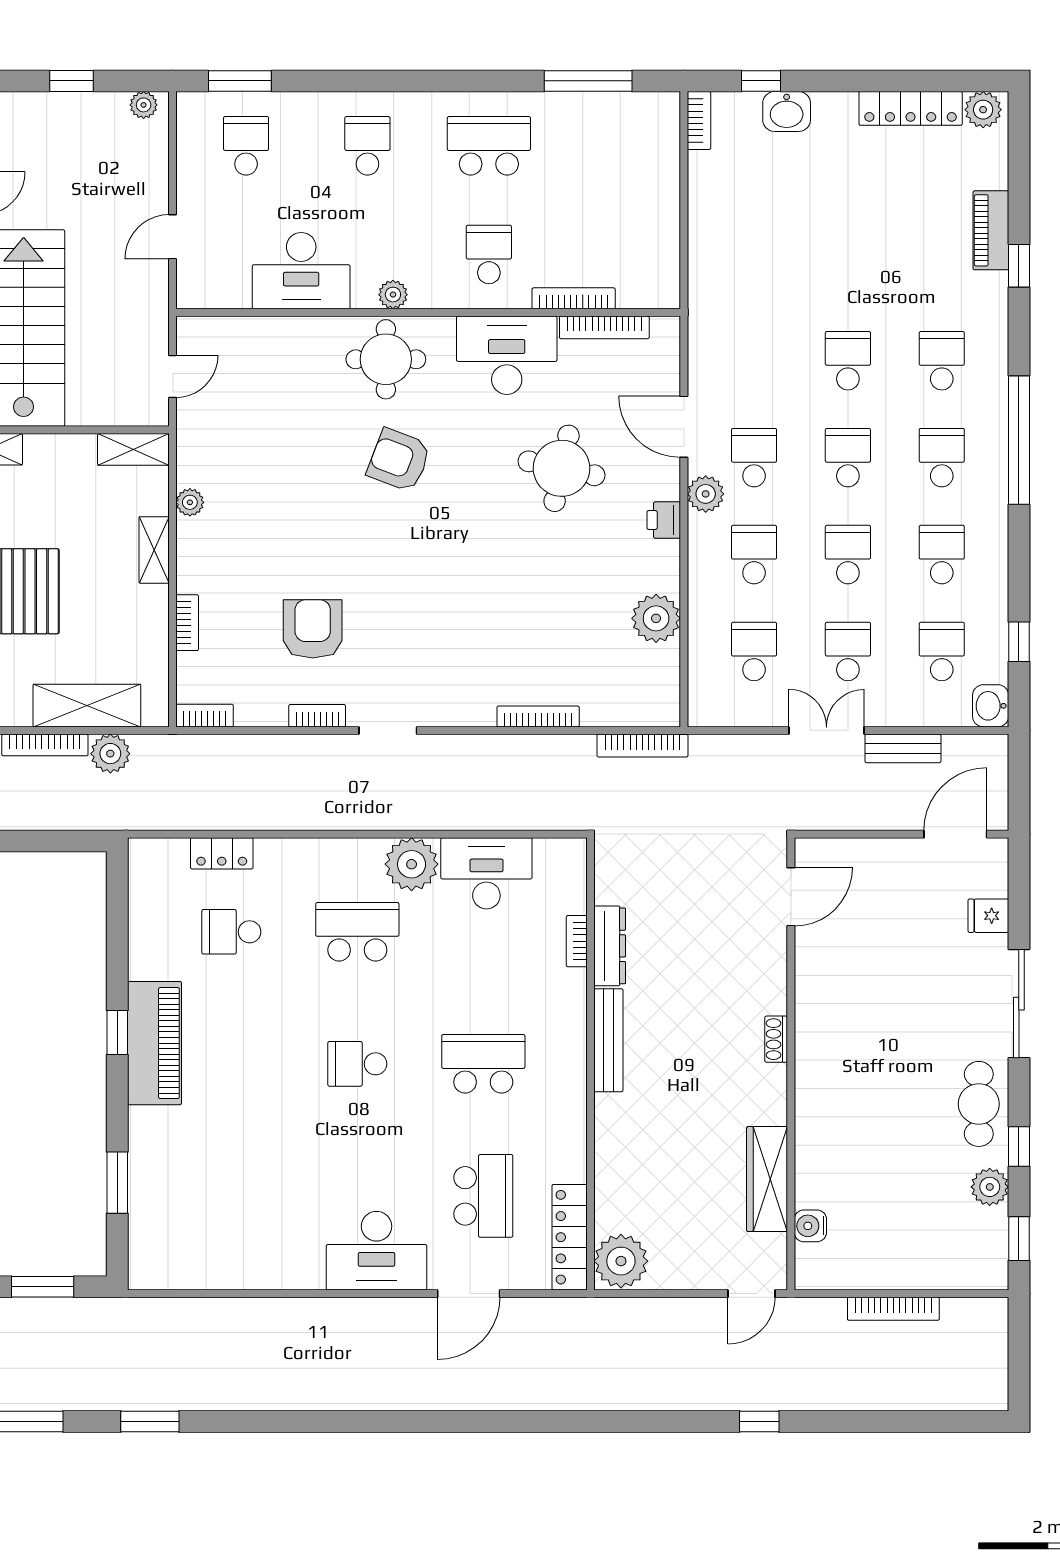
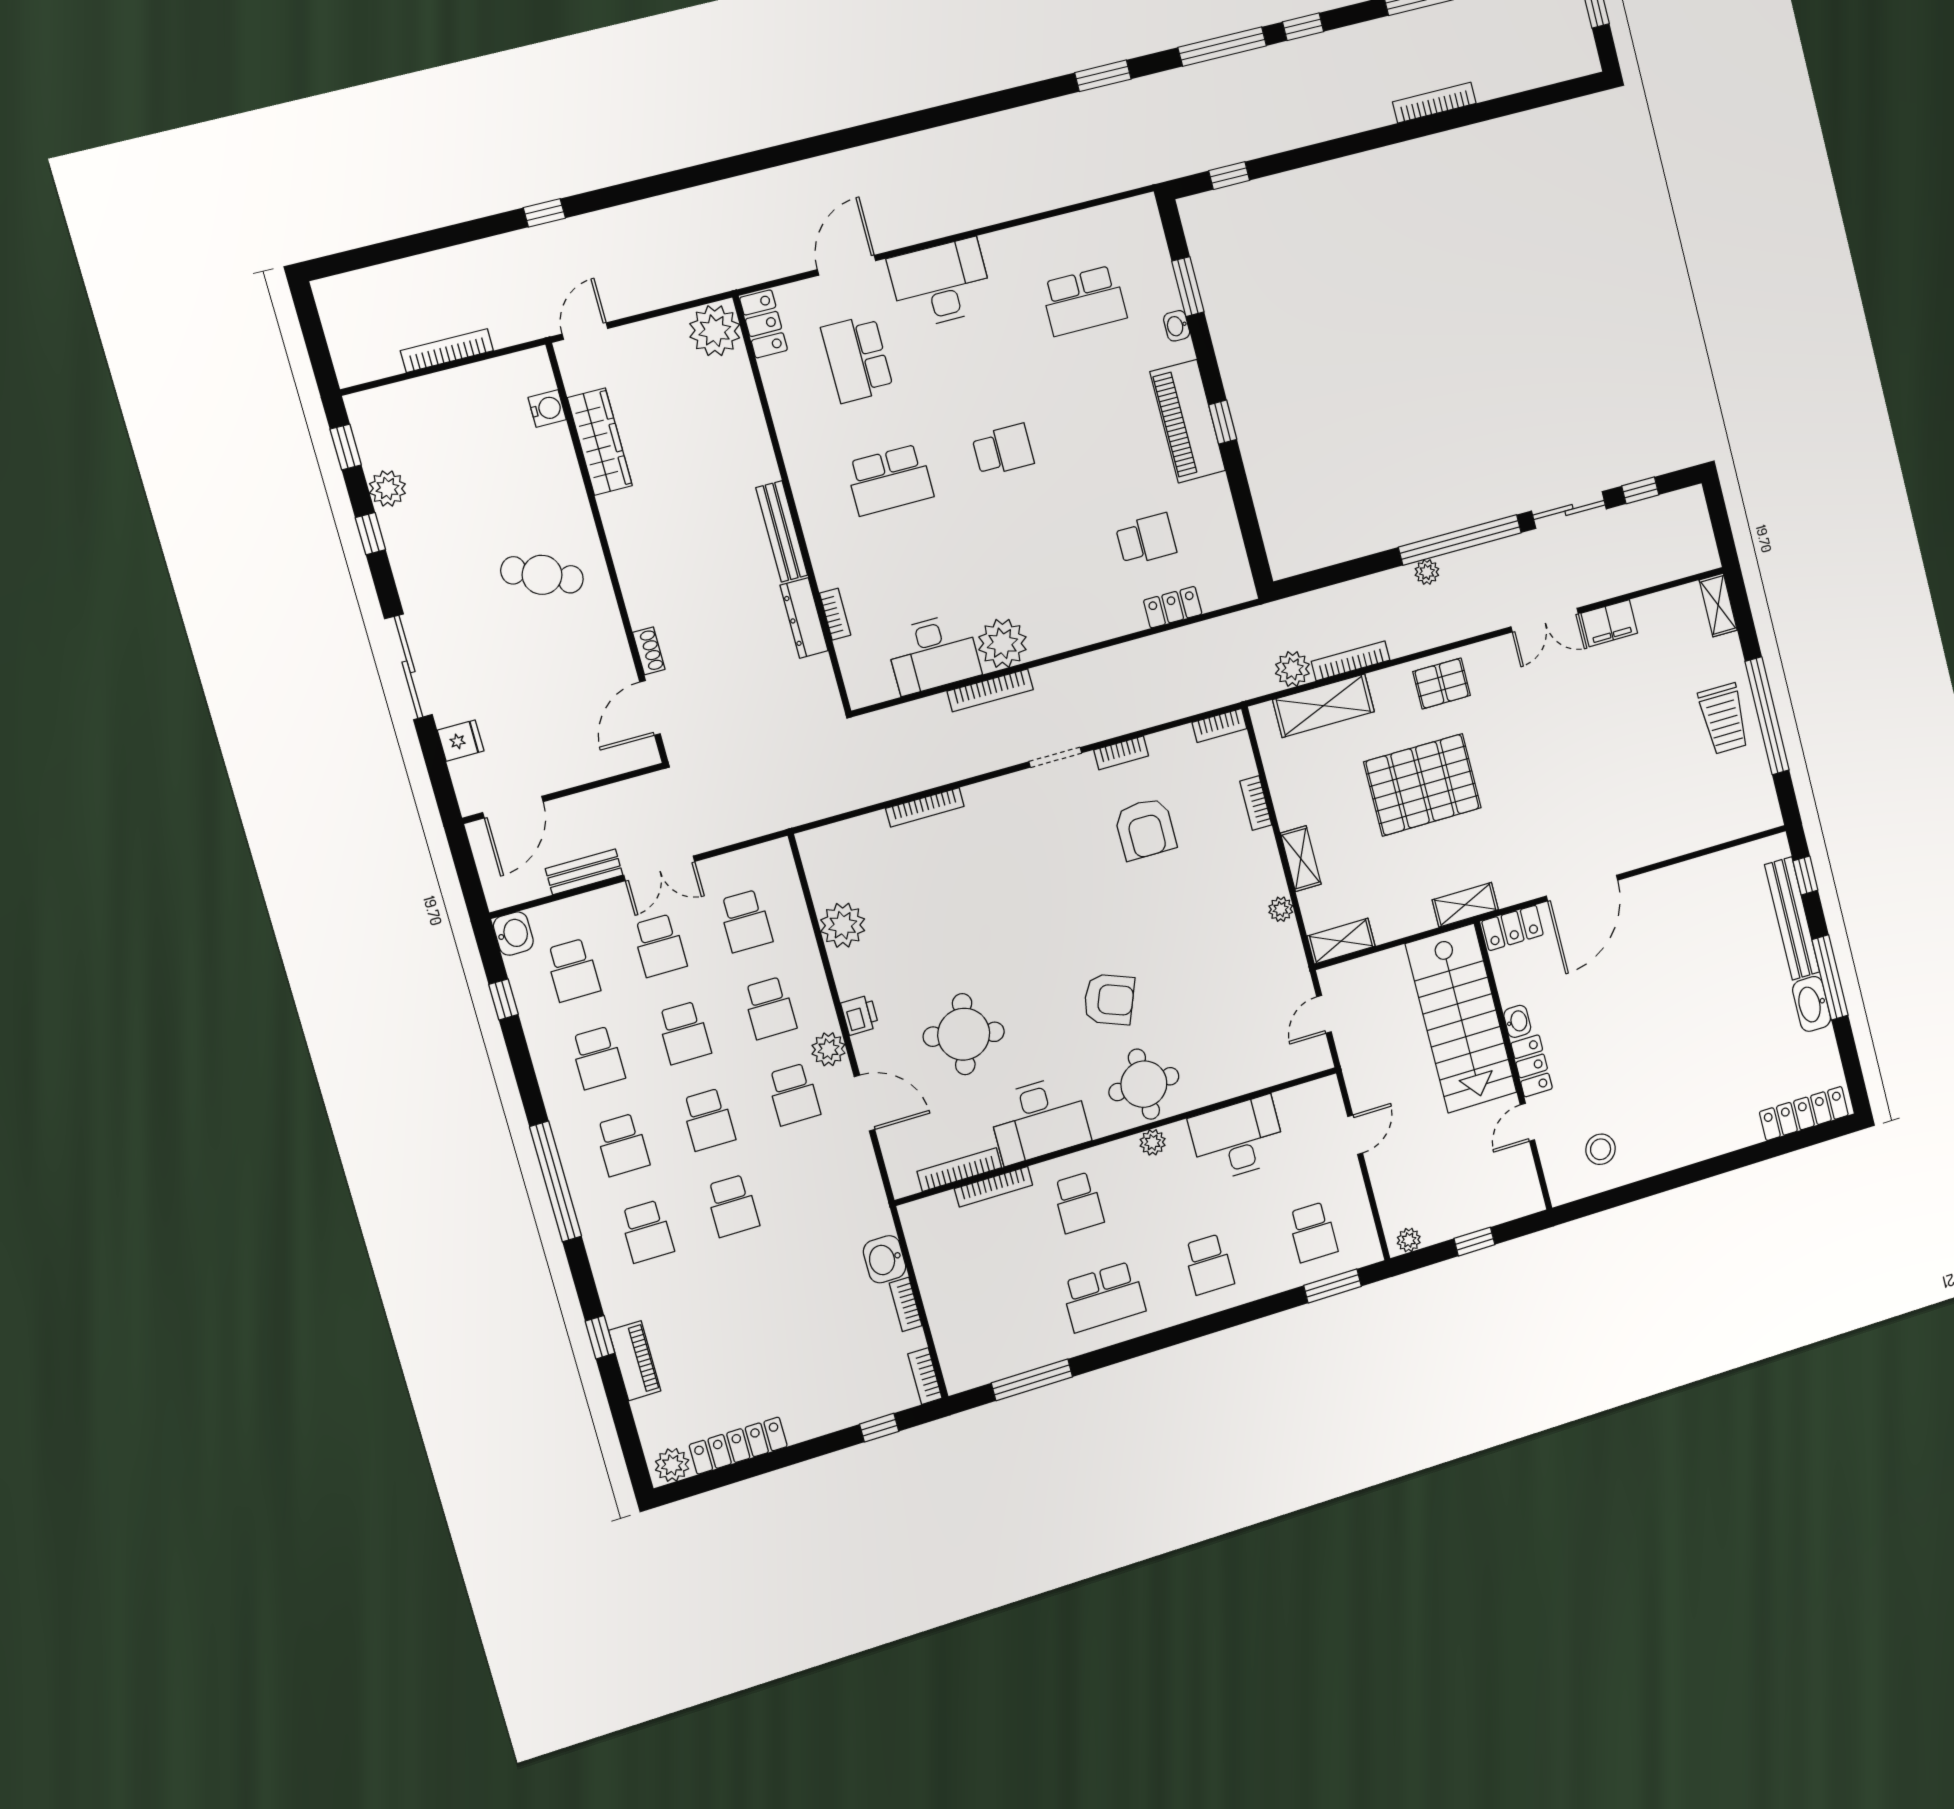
washbasin: (787, 111) -> (885, 1259), moved, turned -90
bookcase: (698, 203) -> (906, 1304), added
bookcase: (642, 746) -> (990, 690), moved, turned 180
school desk: (357, 932) -> (1084, 301), moved
shoe rack: (776, 1039) -> (649, 651), moved
cafe table: (979, 1104) -> (542, 575), moved, turned -66
washbasin: (140, 1145) -> (1177, 326), added
locker: (570, 1237) -> (764, 324), width x0.66
window: (43, 1287) -> (1229, 176), width x0.67

